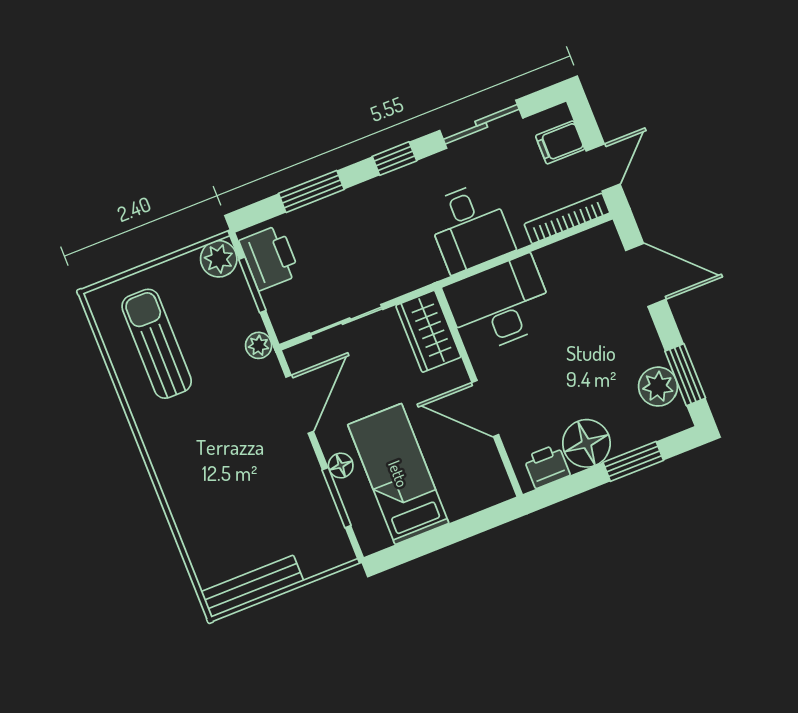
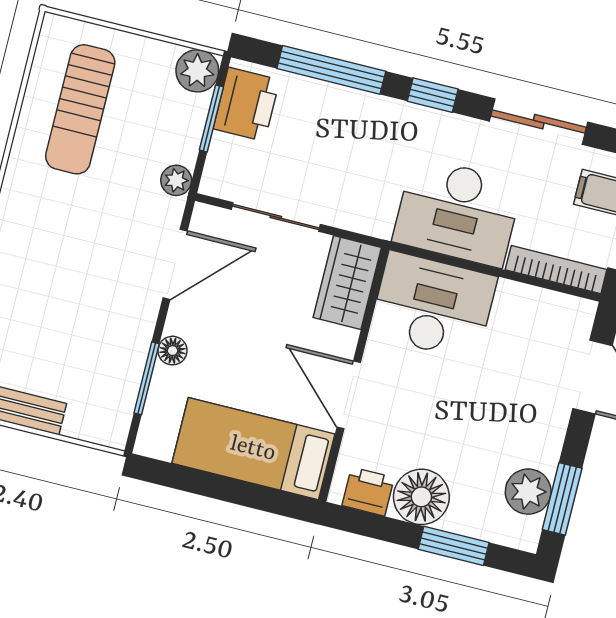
window: (311, 191) -> (331, 70), width x1.44
desk: (470, 227) -> (457, 212), width x1.37
sun lounger: (157, 344) -> (80, 109), turned 180
bed: (398, 474) -> (253, 449), moved, turned -90

